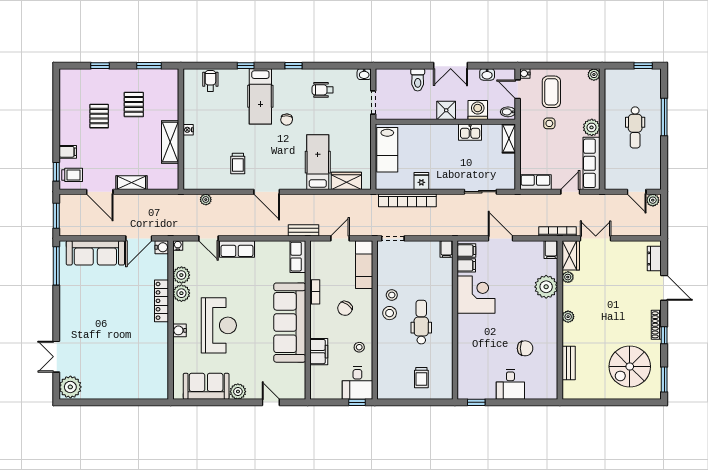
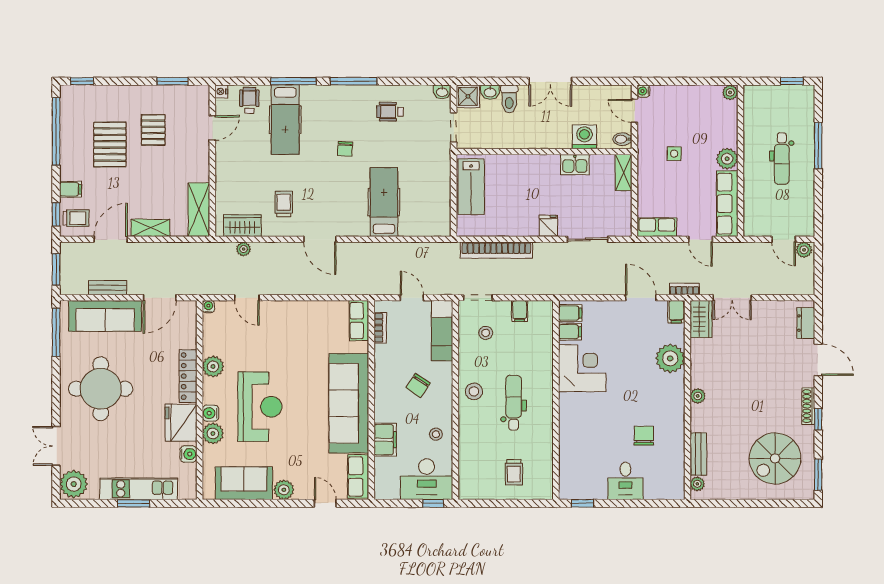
window: (100, 66) -> (82, 81), moved
window: (246, 66) -> (293, 81), width x2.17
window: (294, 66) -> (354, 81), width x2.17
washbasin: (487, 74) -> (490, 92), moved
coffee table: (551, 92) -> (677, 114), removed
hospital bed: (260, 96) -> (285, 120), moved
door: (181, 103) -> (212, 128), added
window: (56, 106) -> (56, 131), added
shower: (446, 110) -> (468, 96), moved
pallet: (99, 116) -> (110, 144), width x1.50, depth x1.42
nightstand: (188, 130) -> (221, 92), moved
shelving: (170, 142) -> (199, 210), moved
trolley: (238, 164) -> (284, 204), turned 180
wardrobe: (346, 181) -> (243, 226), moved
fridge: (421, 181) -> (548, 226), moved
door: (100, 192) -> (111, 239), swing flipped
door: (570, 192) -> (700, 239), swing flipped
bench: (303, 230) -> (108, 288), moved
bookcase: (558, 231) -> (684, 289), width x0.64
door: (340, 238) -> (412, 298), hinge flipped
door: (500, 238) -> (641, 298), moved
double door: (596, 238) -> (732, 298), swing flipped
water cooler: (162, 247) -> (188, 454), moved
row of seats: (237, 249) -> (358, 476), moved, turned 90
filing cabinet: (446, 249) -> (520, 311), moved
plant: (181, 275) -> (213, 433), moved
plant: (568, 277) -> (697, 484), moved
bookcase: (315, 292) -> (380, 328), moved
stool: (392, 295) -> (486, 333), moved
round table: (92, 311) -> (101, 389), added
fridge: (156, 338) -> (181, 423), added
chair: (525, 348) -> (644, 436), turned -90
desk: (357, 383) -> (427, 479), width x1.37
kitchen unit: (122, 391) -> (139, 489), added
window: (118, 402) -> (133, 503), added

